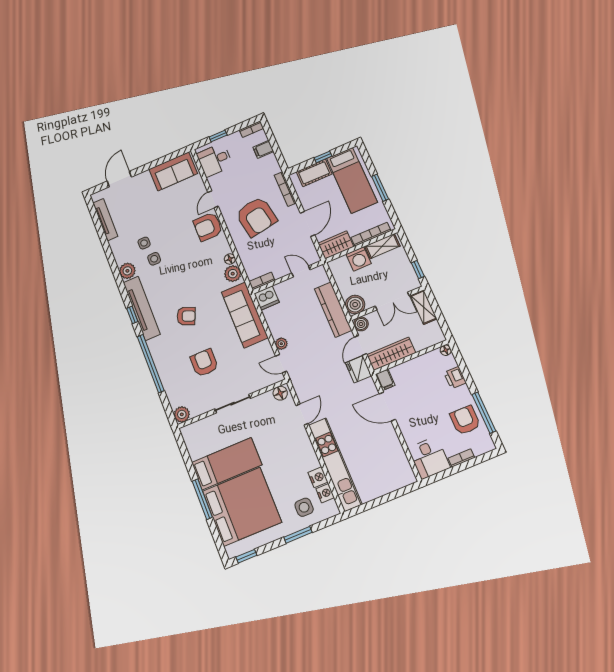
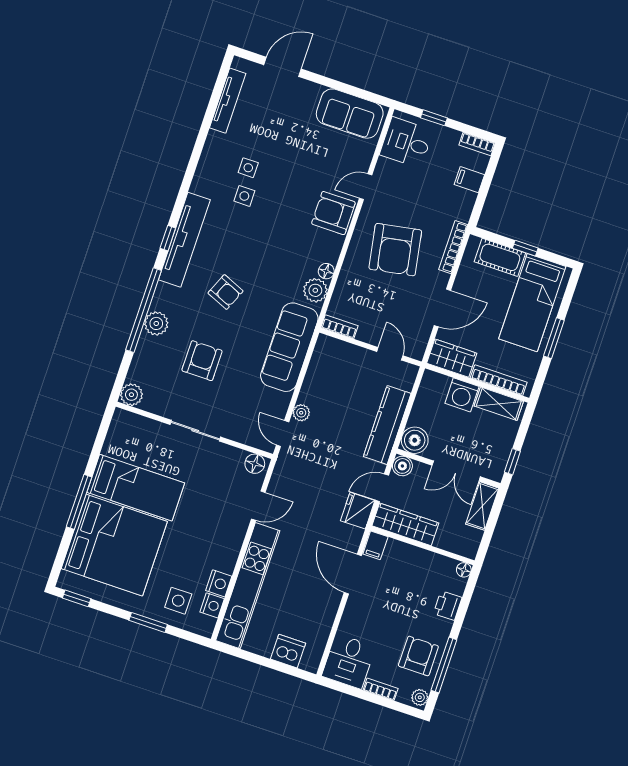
plant: (127, 271) -> (156, 323), moved
dishwasher: (267, 298) -> (288, 651), moved, turned 180
plant: (487, 443) -> (420, 697), added

